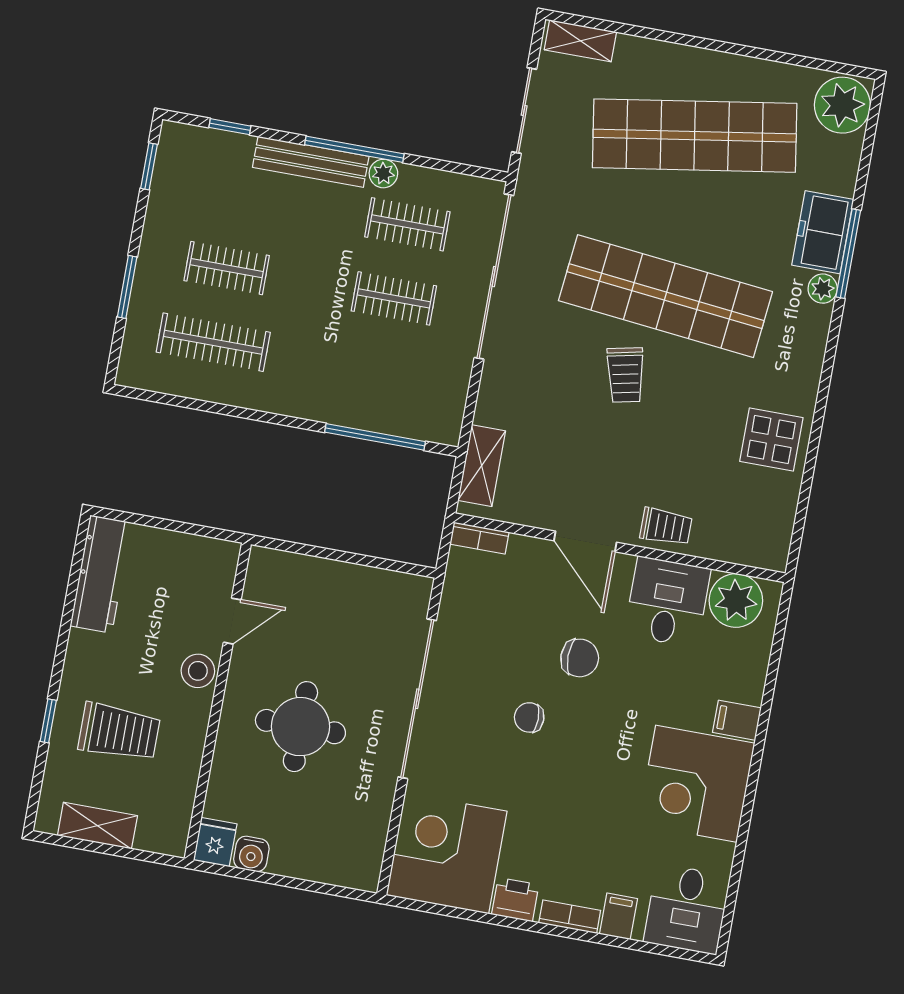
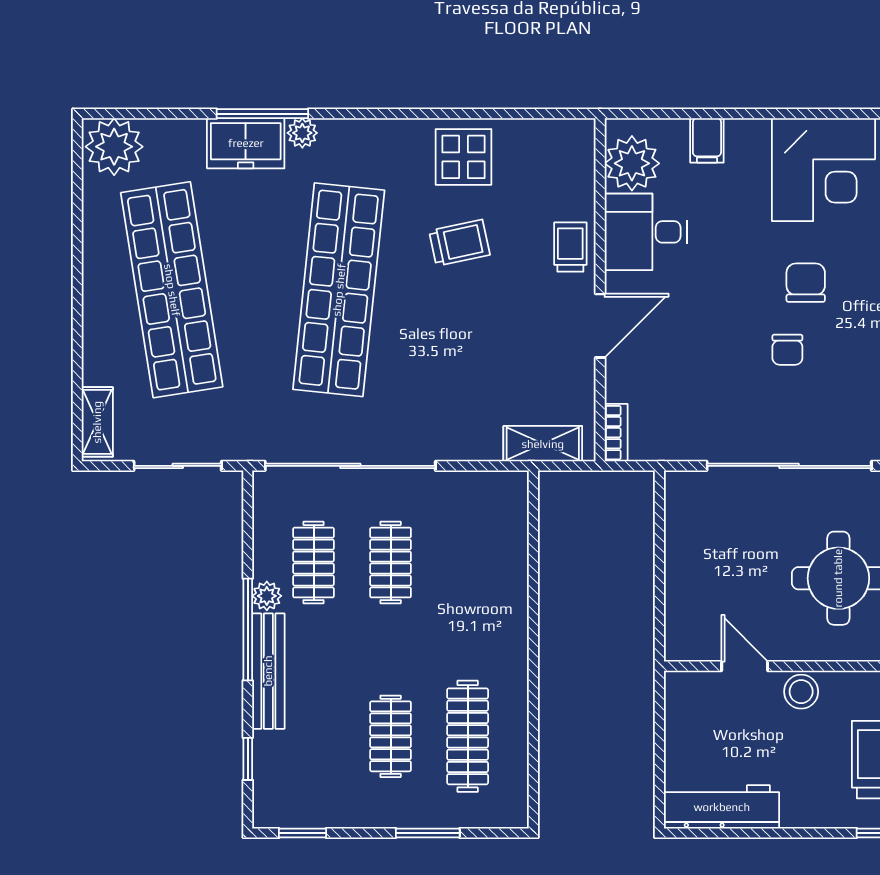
trolley: (625, 375) -> (459, 243), moved
window: (375, 437) -> (533, 556), removed
chair: (580, 658) -> (806, 283), moved
filing cabinet: (737, 720) -> (707, 140), moved

